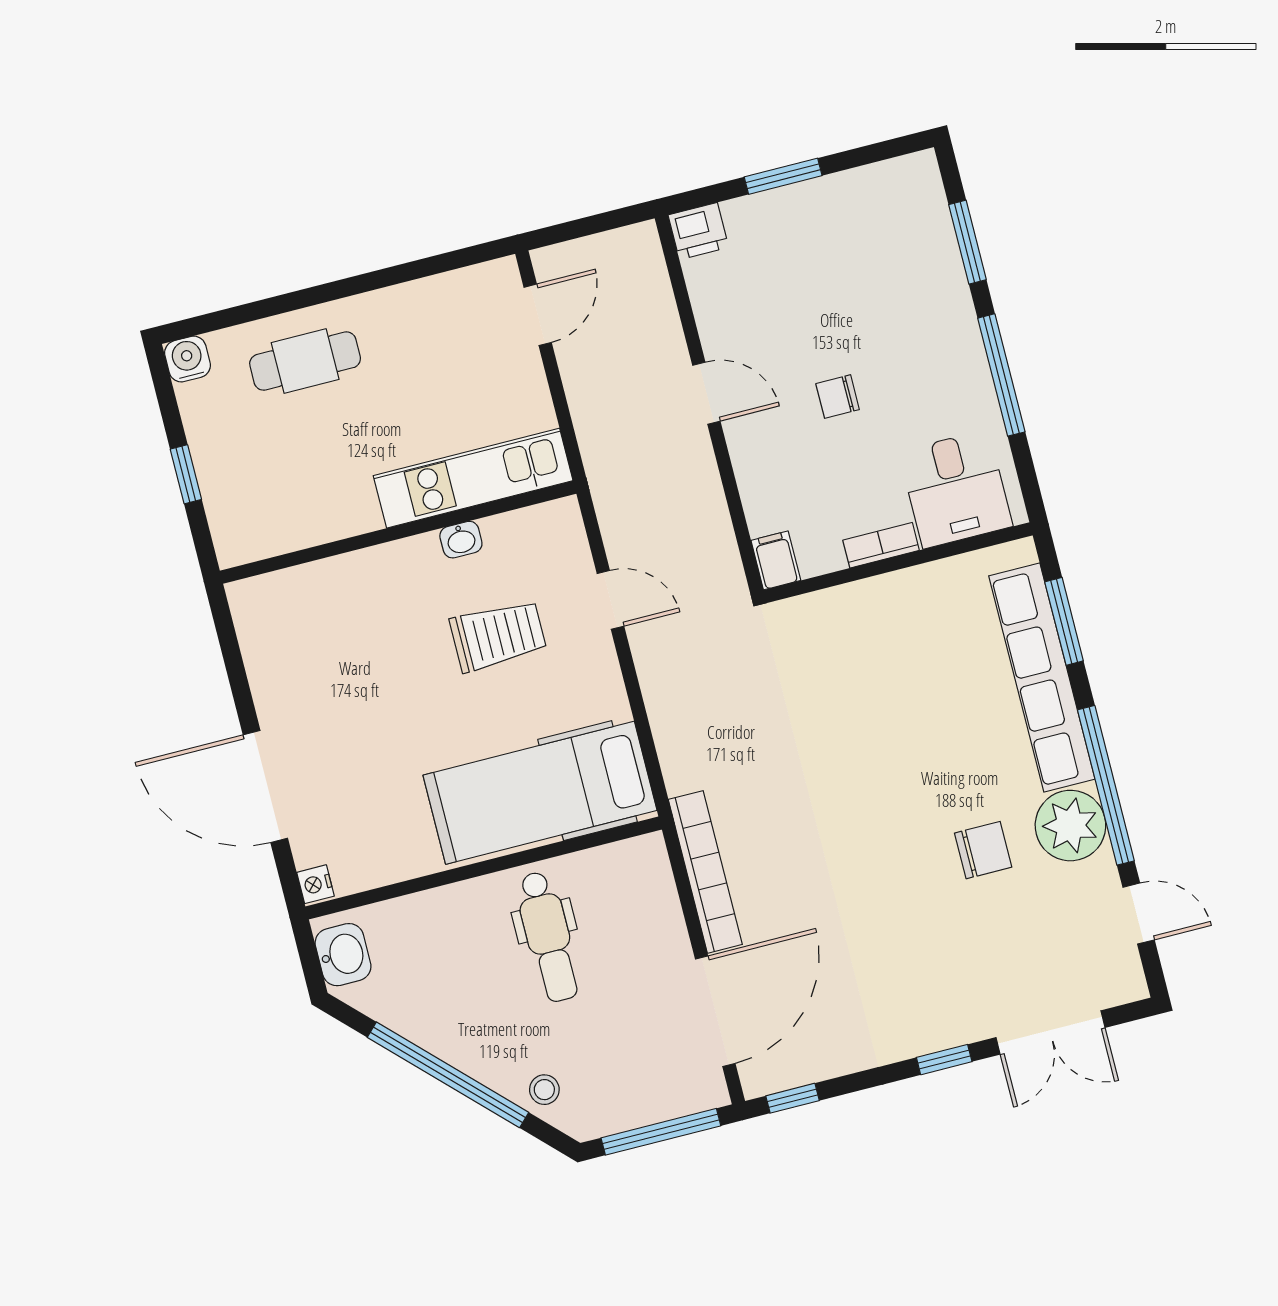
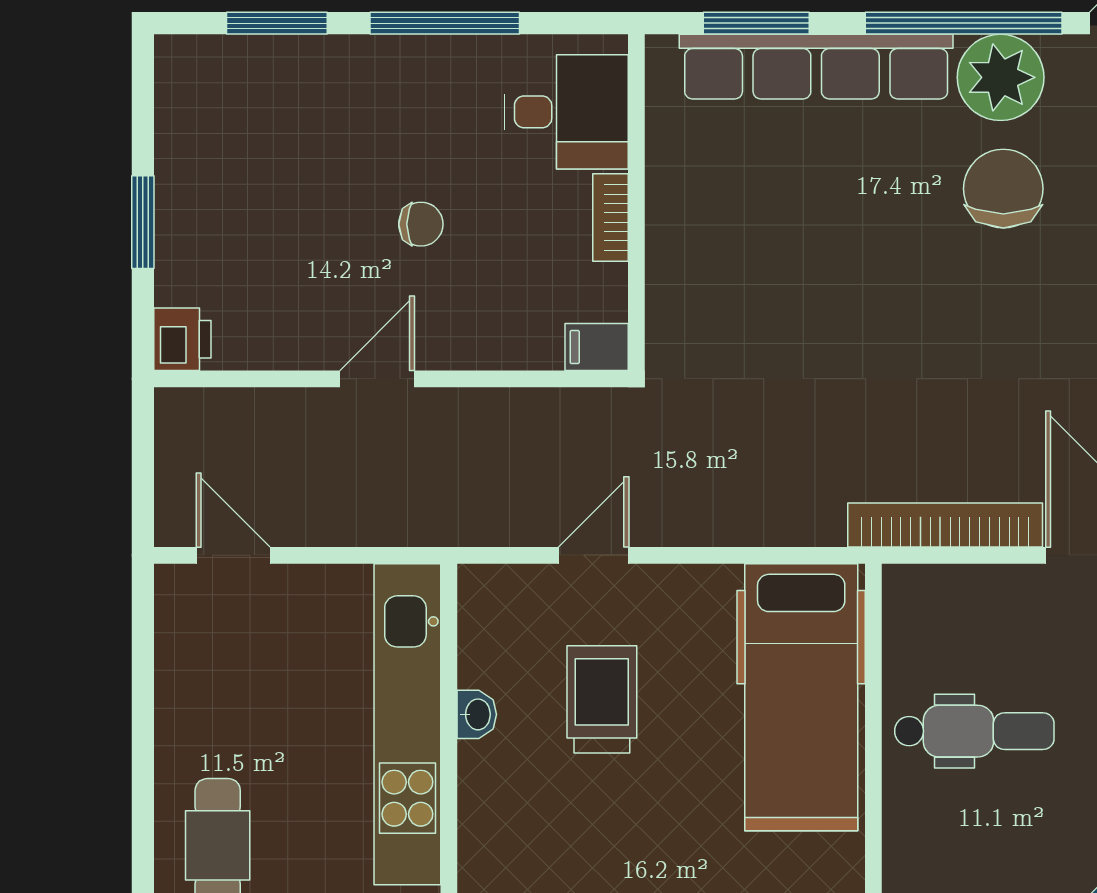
chair: (838, 397) -> (421, 224), turned -90
kitchen unit: (473, 478) -> (407, 724), width x1.36
chair: (983, 850) -> (1003, 189), width x1.37, depth x1.37

